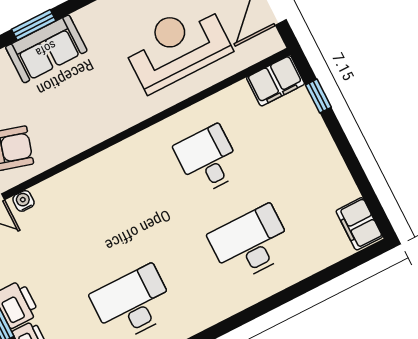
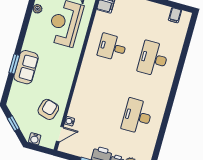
filing cabinet: (359, 224) -> (175, 15), width x0.50

